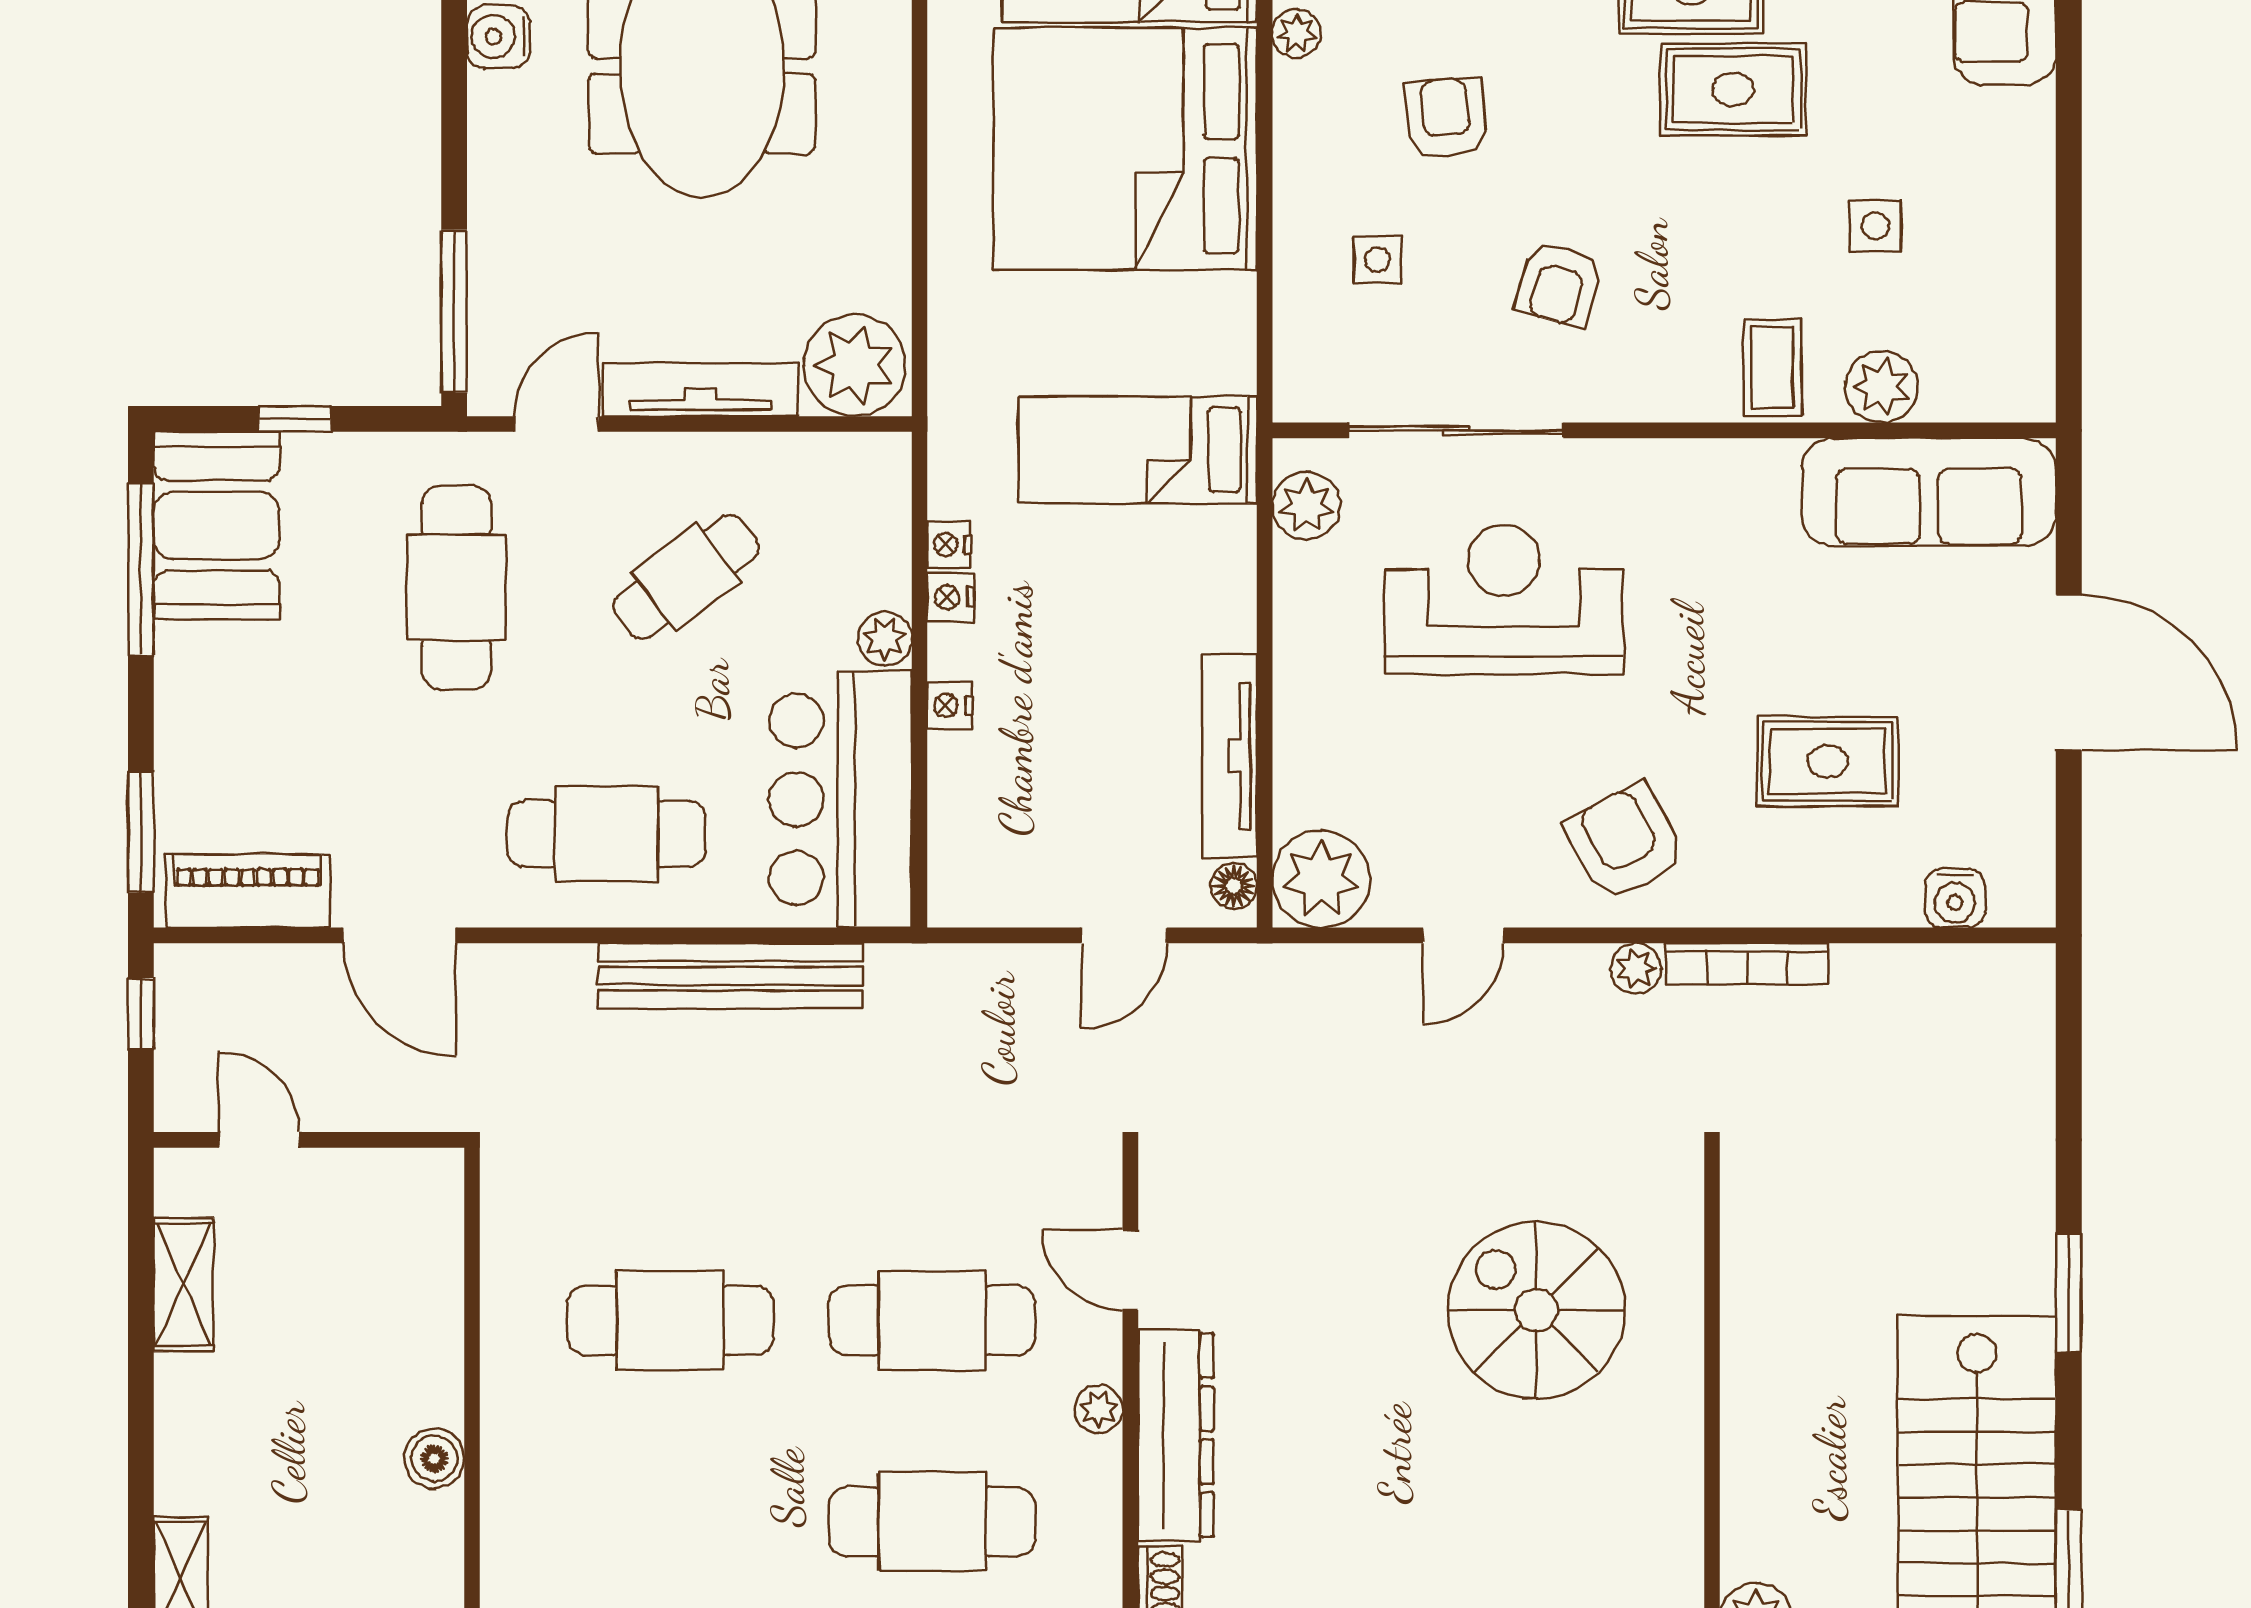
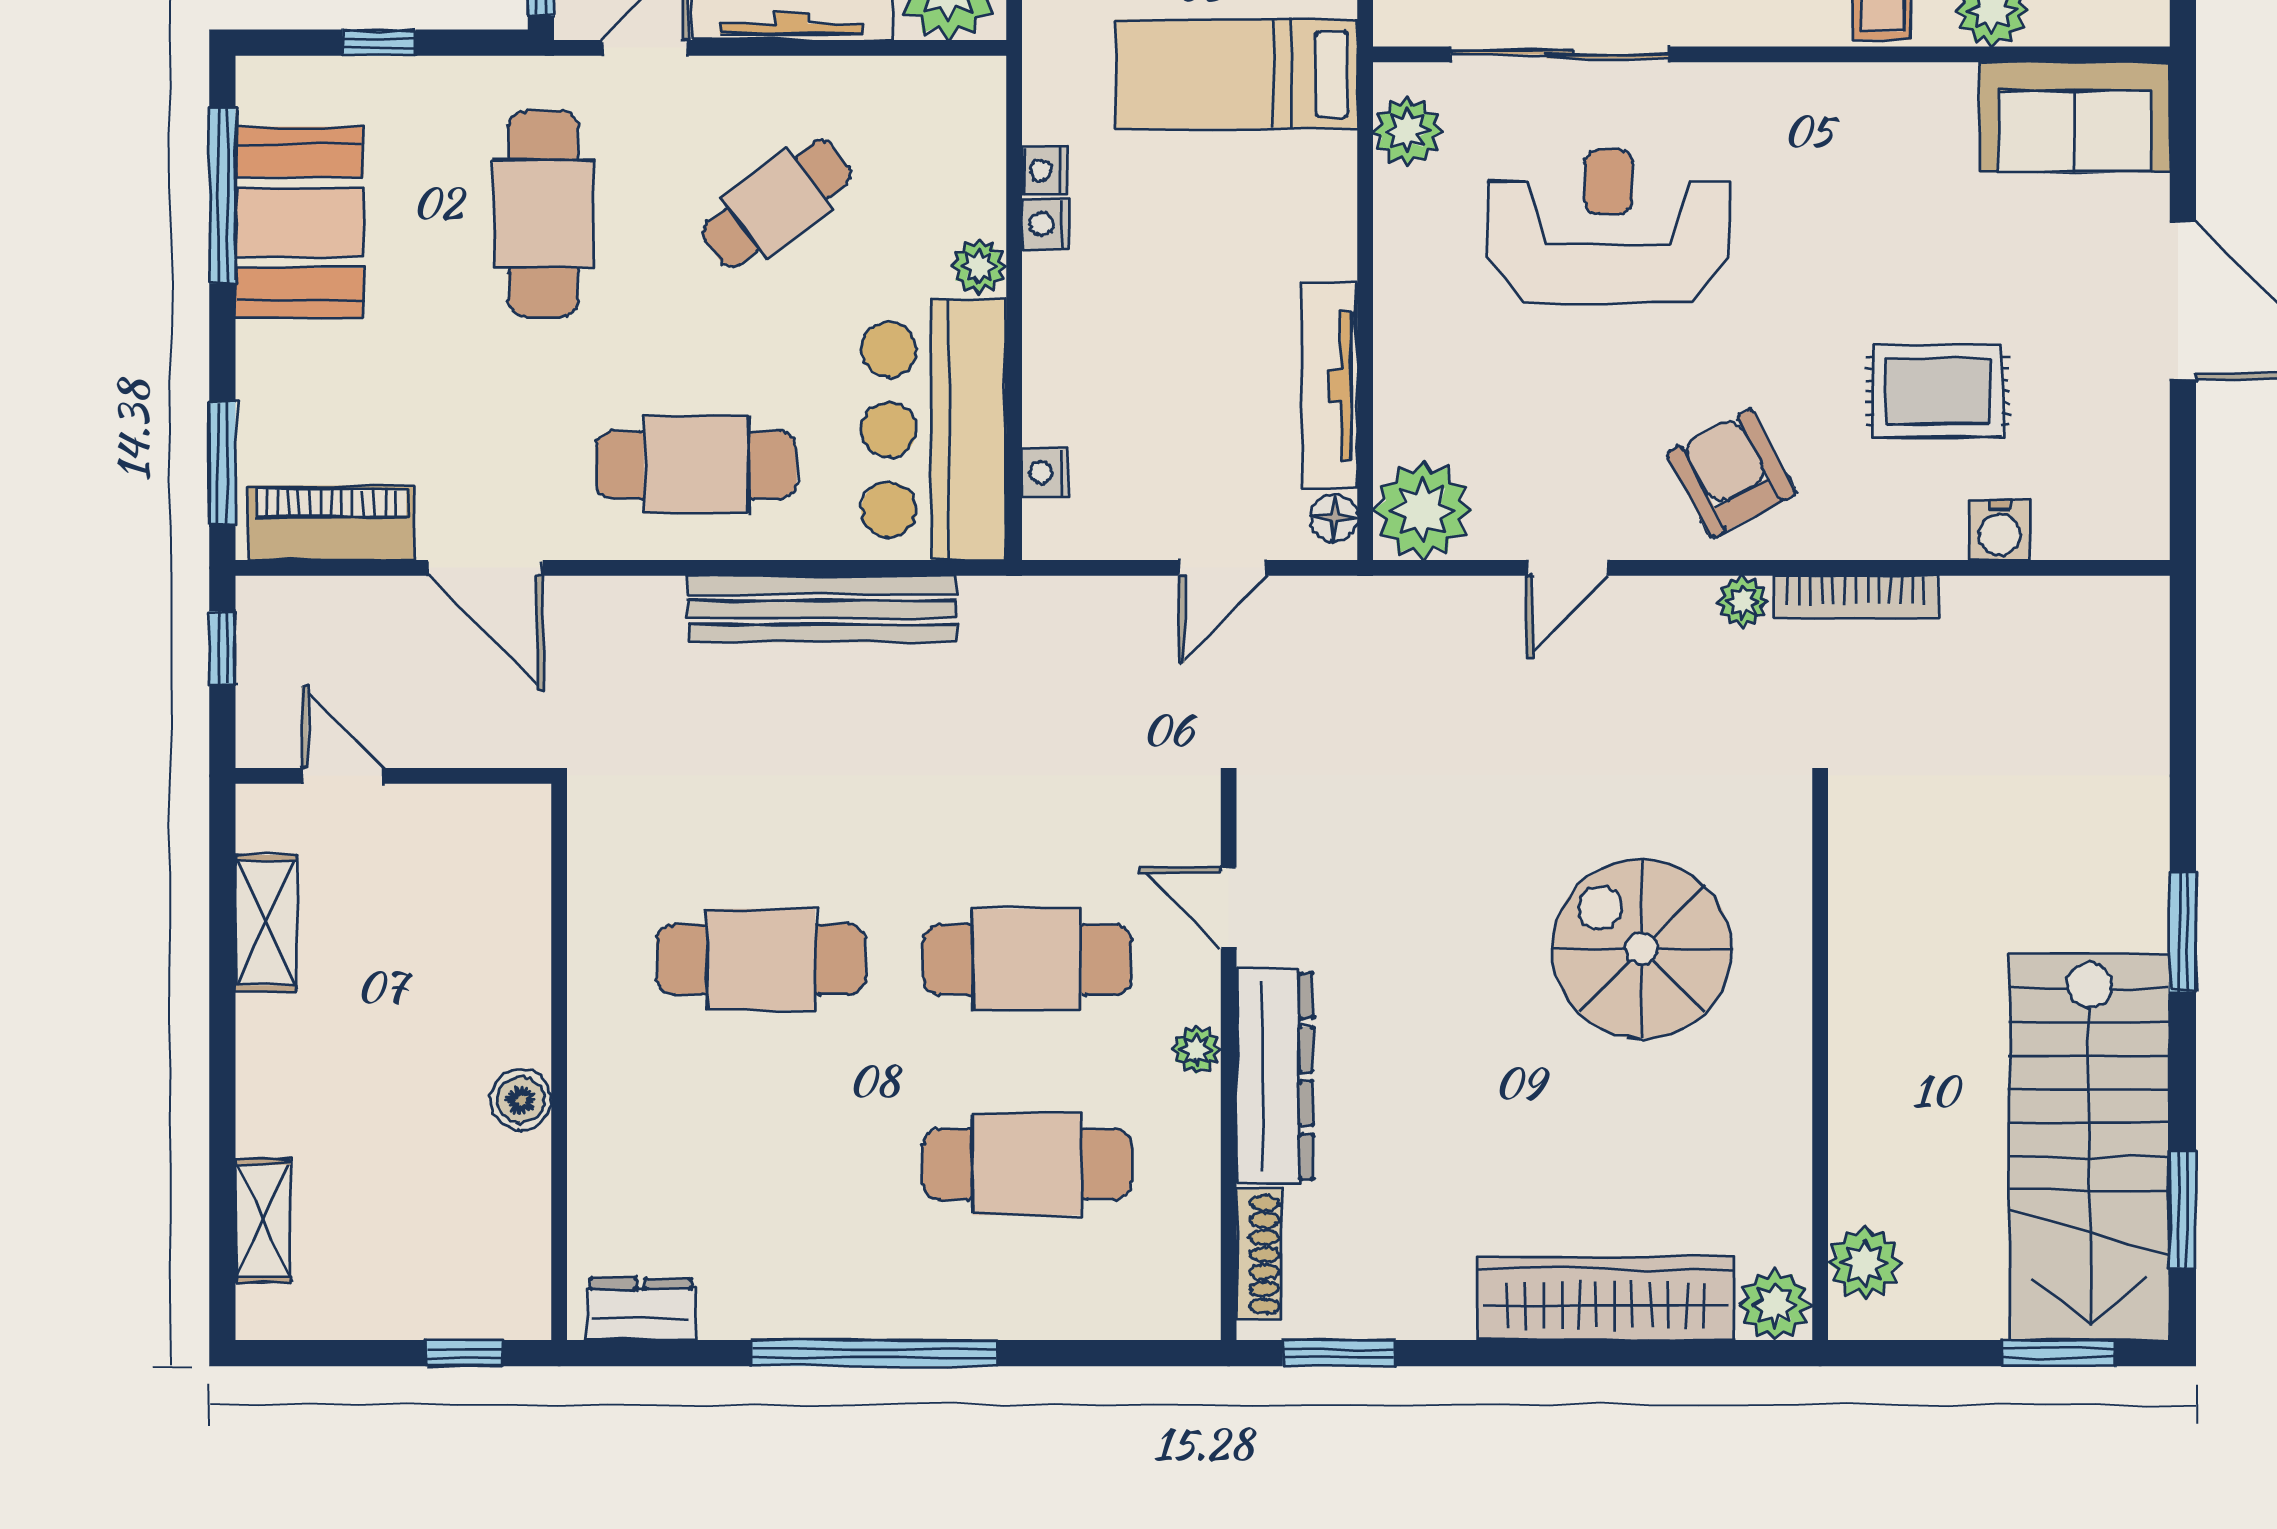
sofa: (1929, 492) -> (2075, 117), width x0.73
booth: (217, 525) -> (299, 222), moved
nightstand: (949, 705) -> (1045, 473), moved
water cooler: (1955, 898) -> (2000, 530), moved

